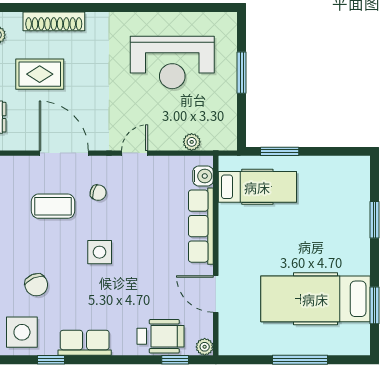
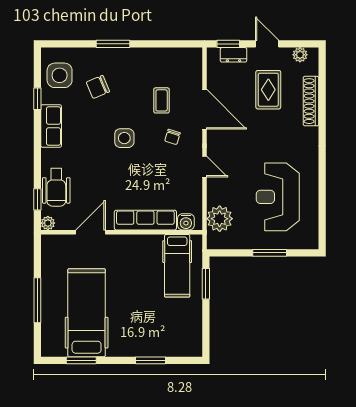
plant: (192, 142) -> (220, 219), width x1.87, depth x1.87
door: (64, 153) -> (204, 109), hinge flipped
coffee table: (53, 206) -> (162, 100), width x0.73, depth x0.77

